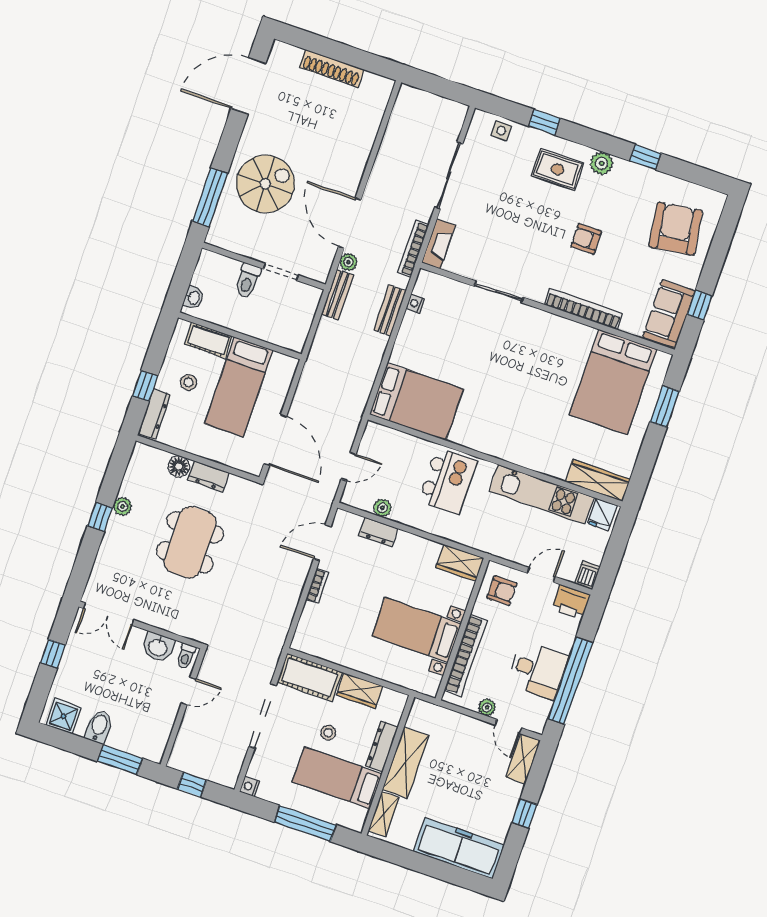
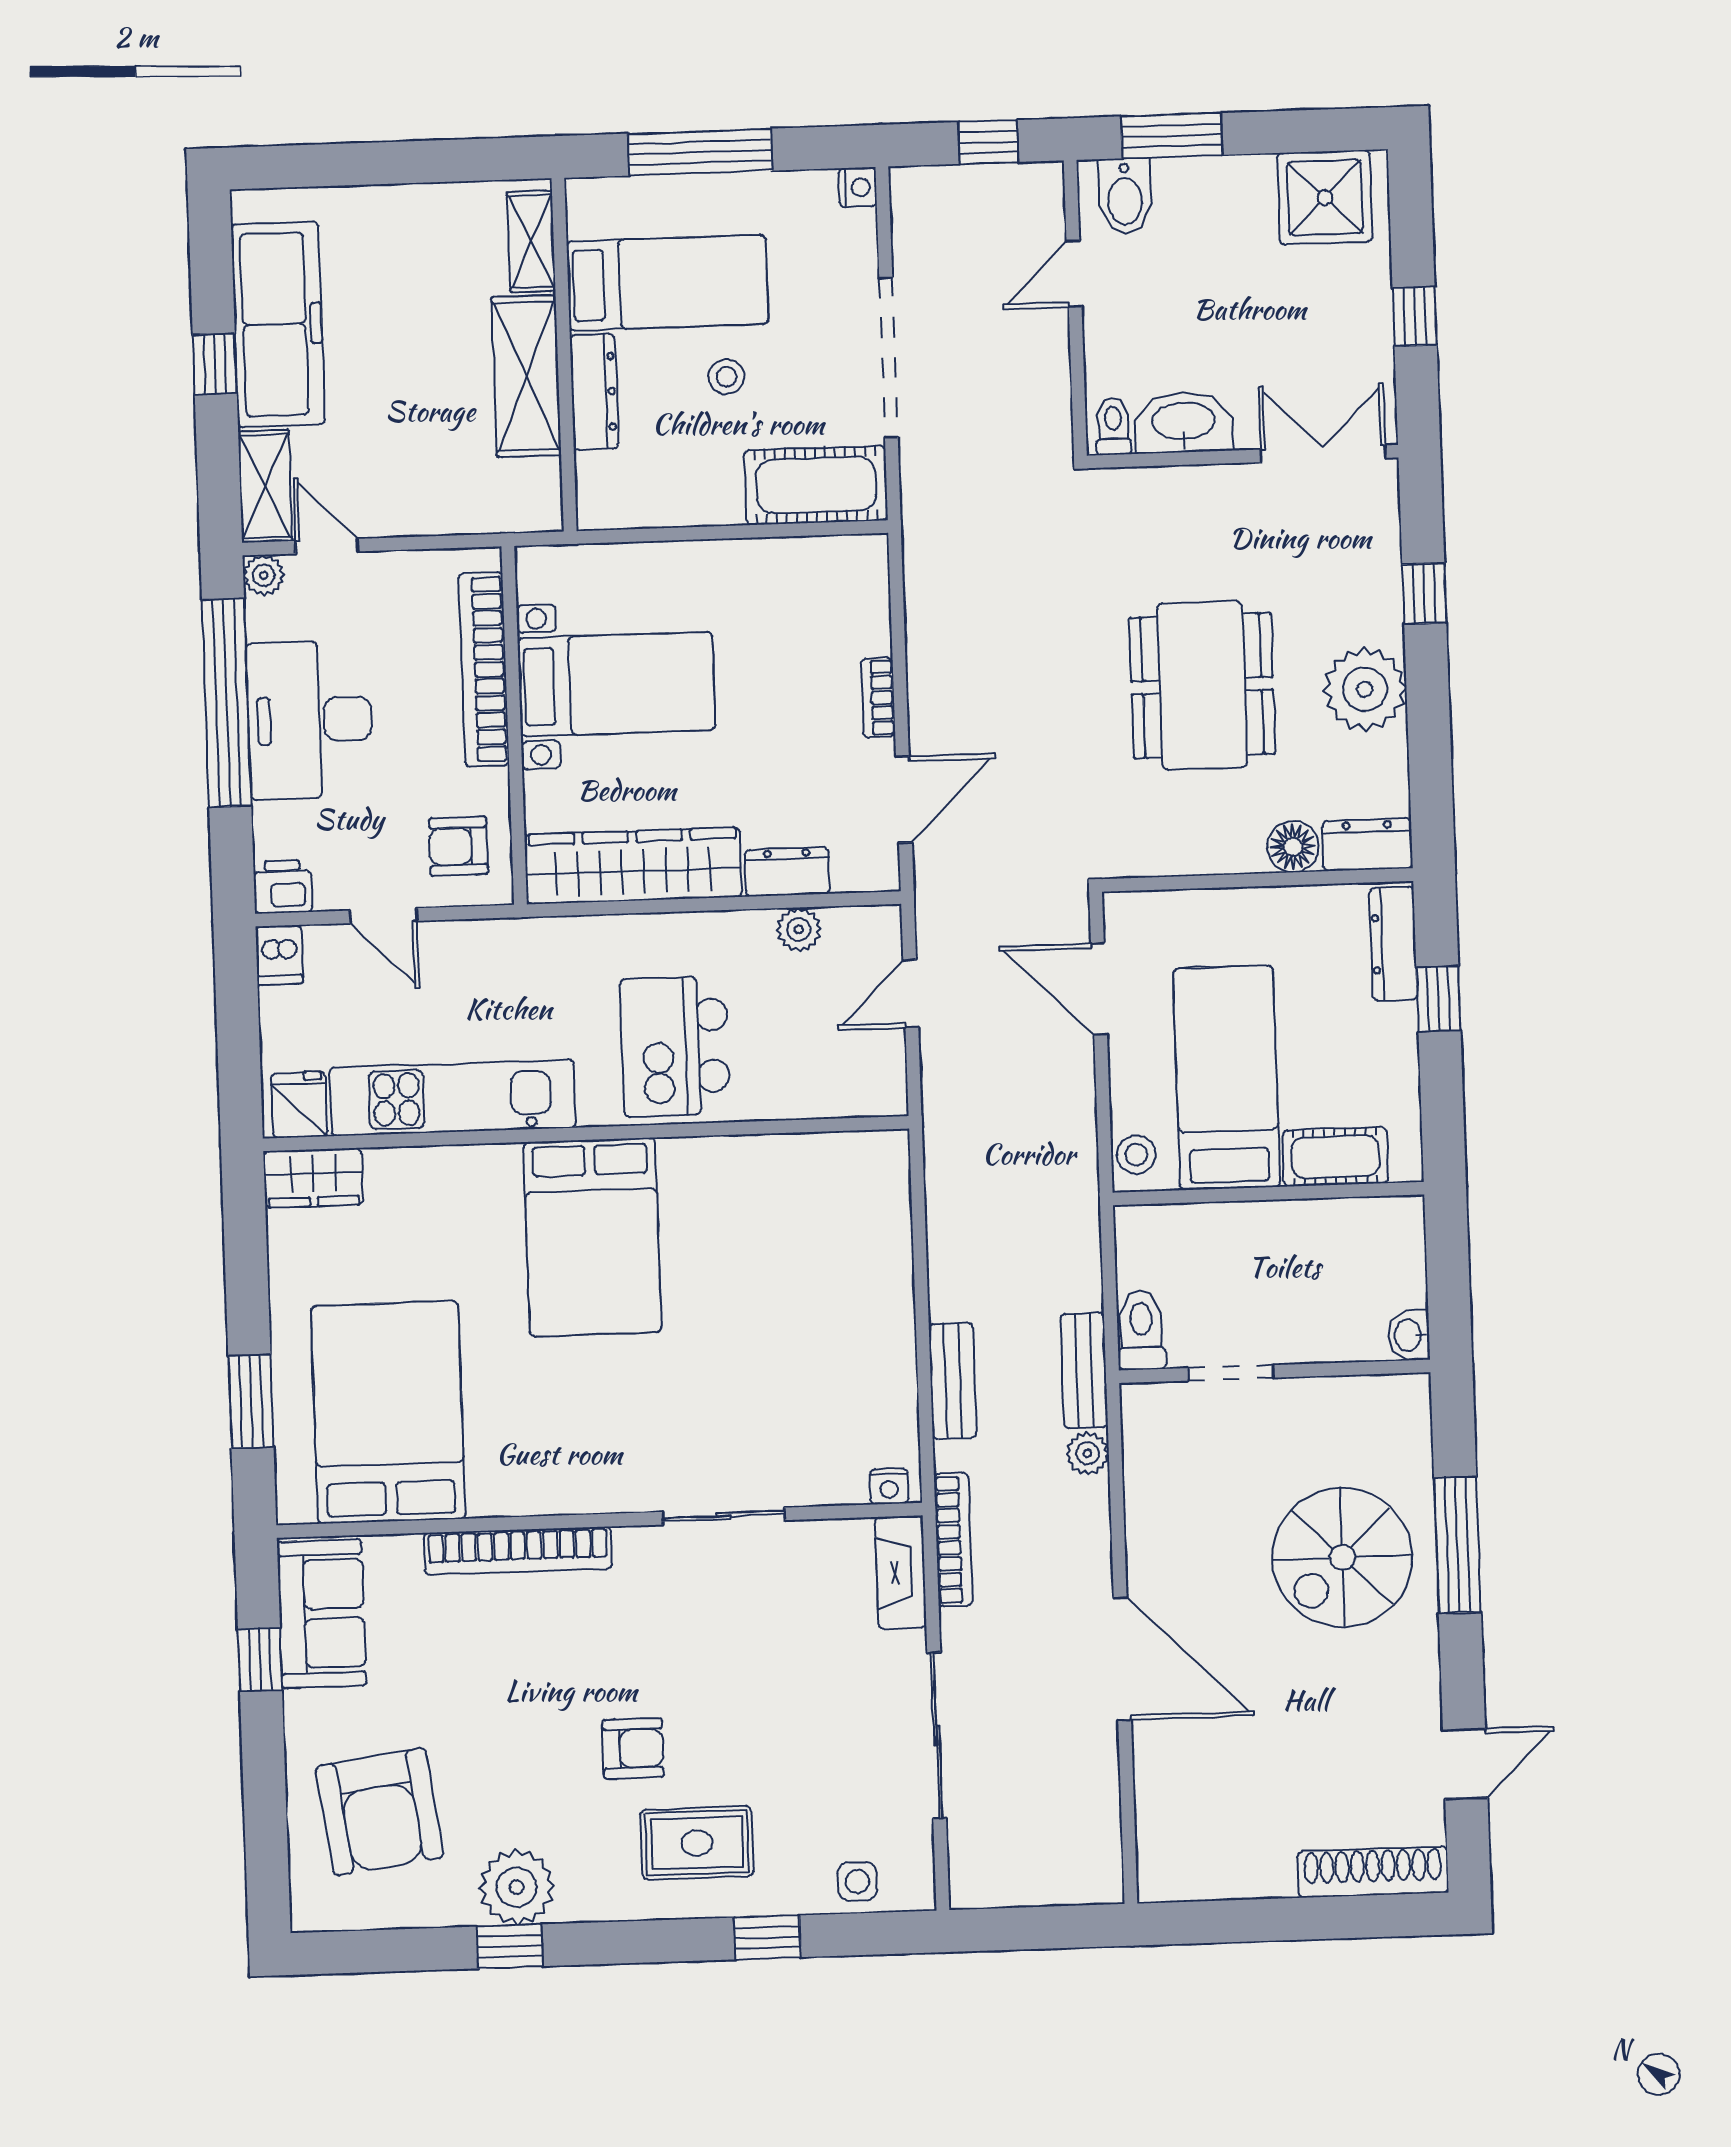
shoe rack: (332, 68) -> (1373, 1872), moved
door: (248, 86) -> (1465, 1764), width x0.53
plant: (602, 163) -> (517, 1887), moved, width x1.36, depth x1.36
window: (210, 197) -> (1458, 1545), moved
door: (350, 223) -> (1122, 1659), moved
armchair: (586, 239) -> (633, 1748), moved
toilet: (248, 281) -> (1141, 1330), moved
washbasin: (194, 298) -> (1409, 1335), moved
nightstand: (415, 304) -> (889, 1486), moved, turned 90
stool: (189, 382) -> (1136, 1154), moved
bed: (416, 402) -> (592, 1237), moved, turned -90
door: (275, 440) -> (1099, 989), width x0.73
dresser: (208, 476) -> (1367, 845), moved
wardrobe: (598, 481) -> (313, 1178), width x0.67
plant: (123, 506) -> (1365, 689), width x1.87, depth x1.87
window: (100, 517) -> (1424, 594), moved
wardrobe: (460, 563) -> (633, 866), width x2.10, depth x1.17
door: (541, 575) -> (384, 916), hinge flipped
printer: (571, 602) -> (283, 887), width x0.73, depth x0.81
washbasin: (158, 647) -> (1184, 422), width x1.38
desk: (538, 670) -> (310, 720), width x1.37
door: (189, 691) -> (1074, 274), moved
wardrobe: (360, 691) -> (692, 498), removed
plant: (487, 707) -> (264, 575), moved
shower: (63, 716) -> (1325, 197), width x1.36, depth x1.36
bidet: (99, 727) -> (1125, 196), moved
freezer: (459, 848) -> (278, 324), moved, turned -90

